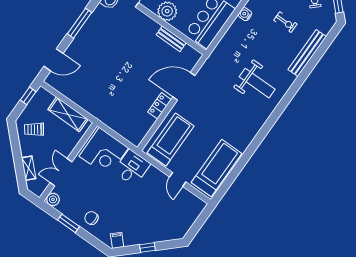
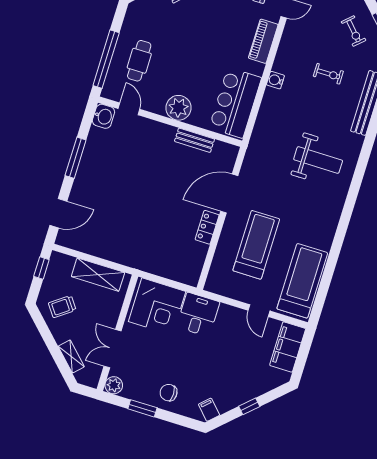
treadmill: (171, 139) -> (256, 245), moved
filing cabinet: (190, 213) -> (288, 347), added

